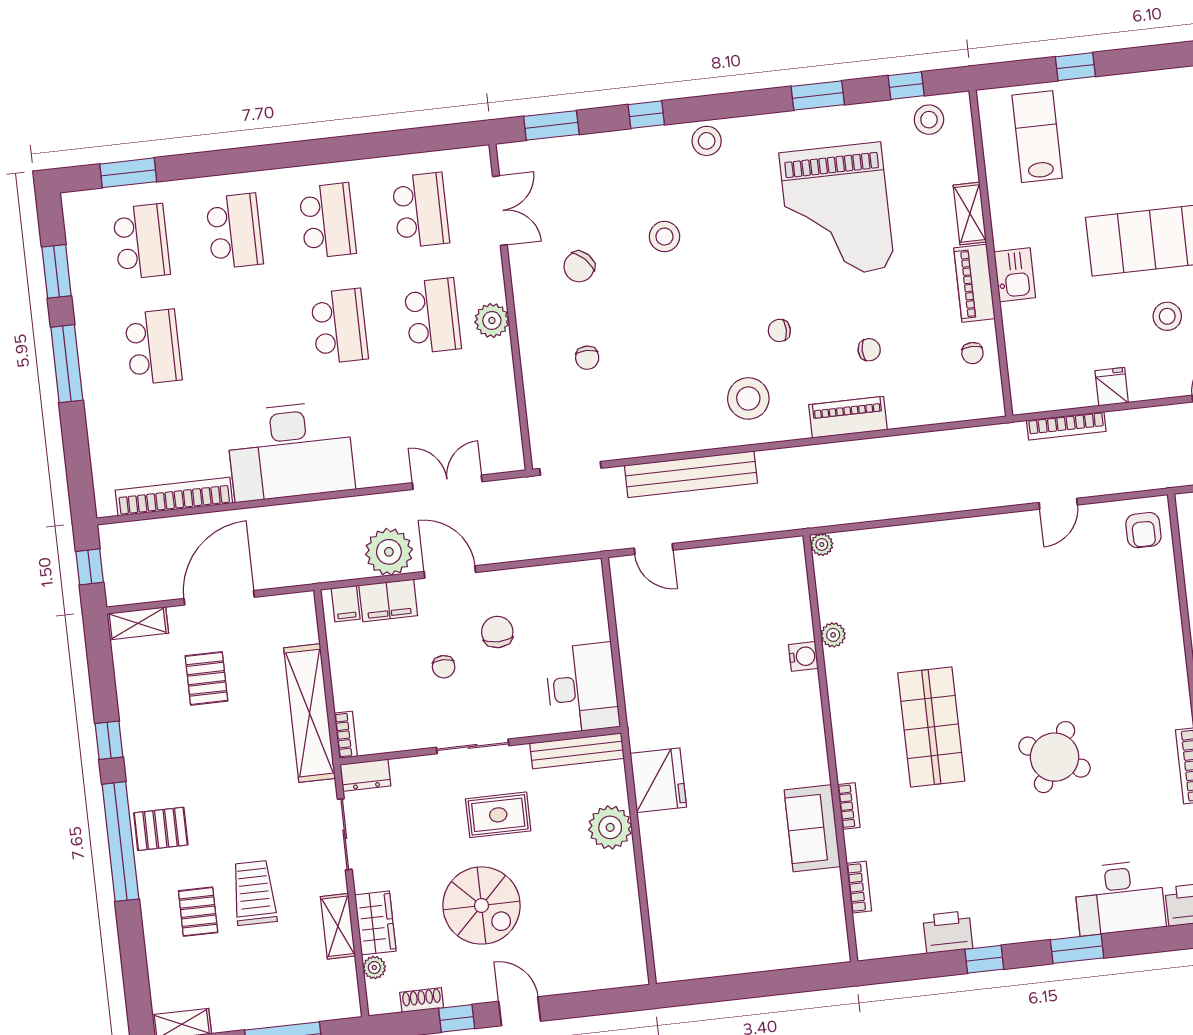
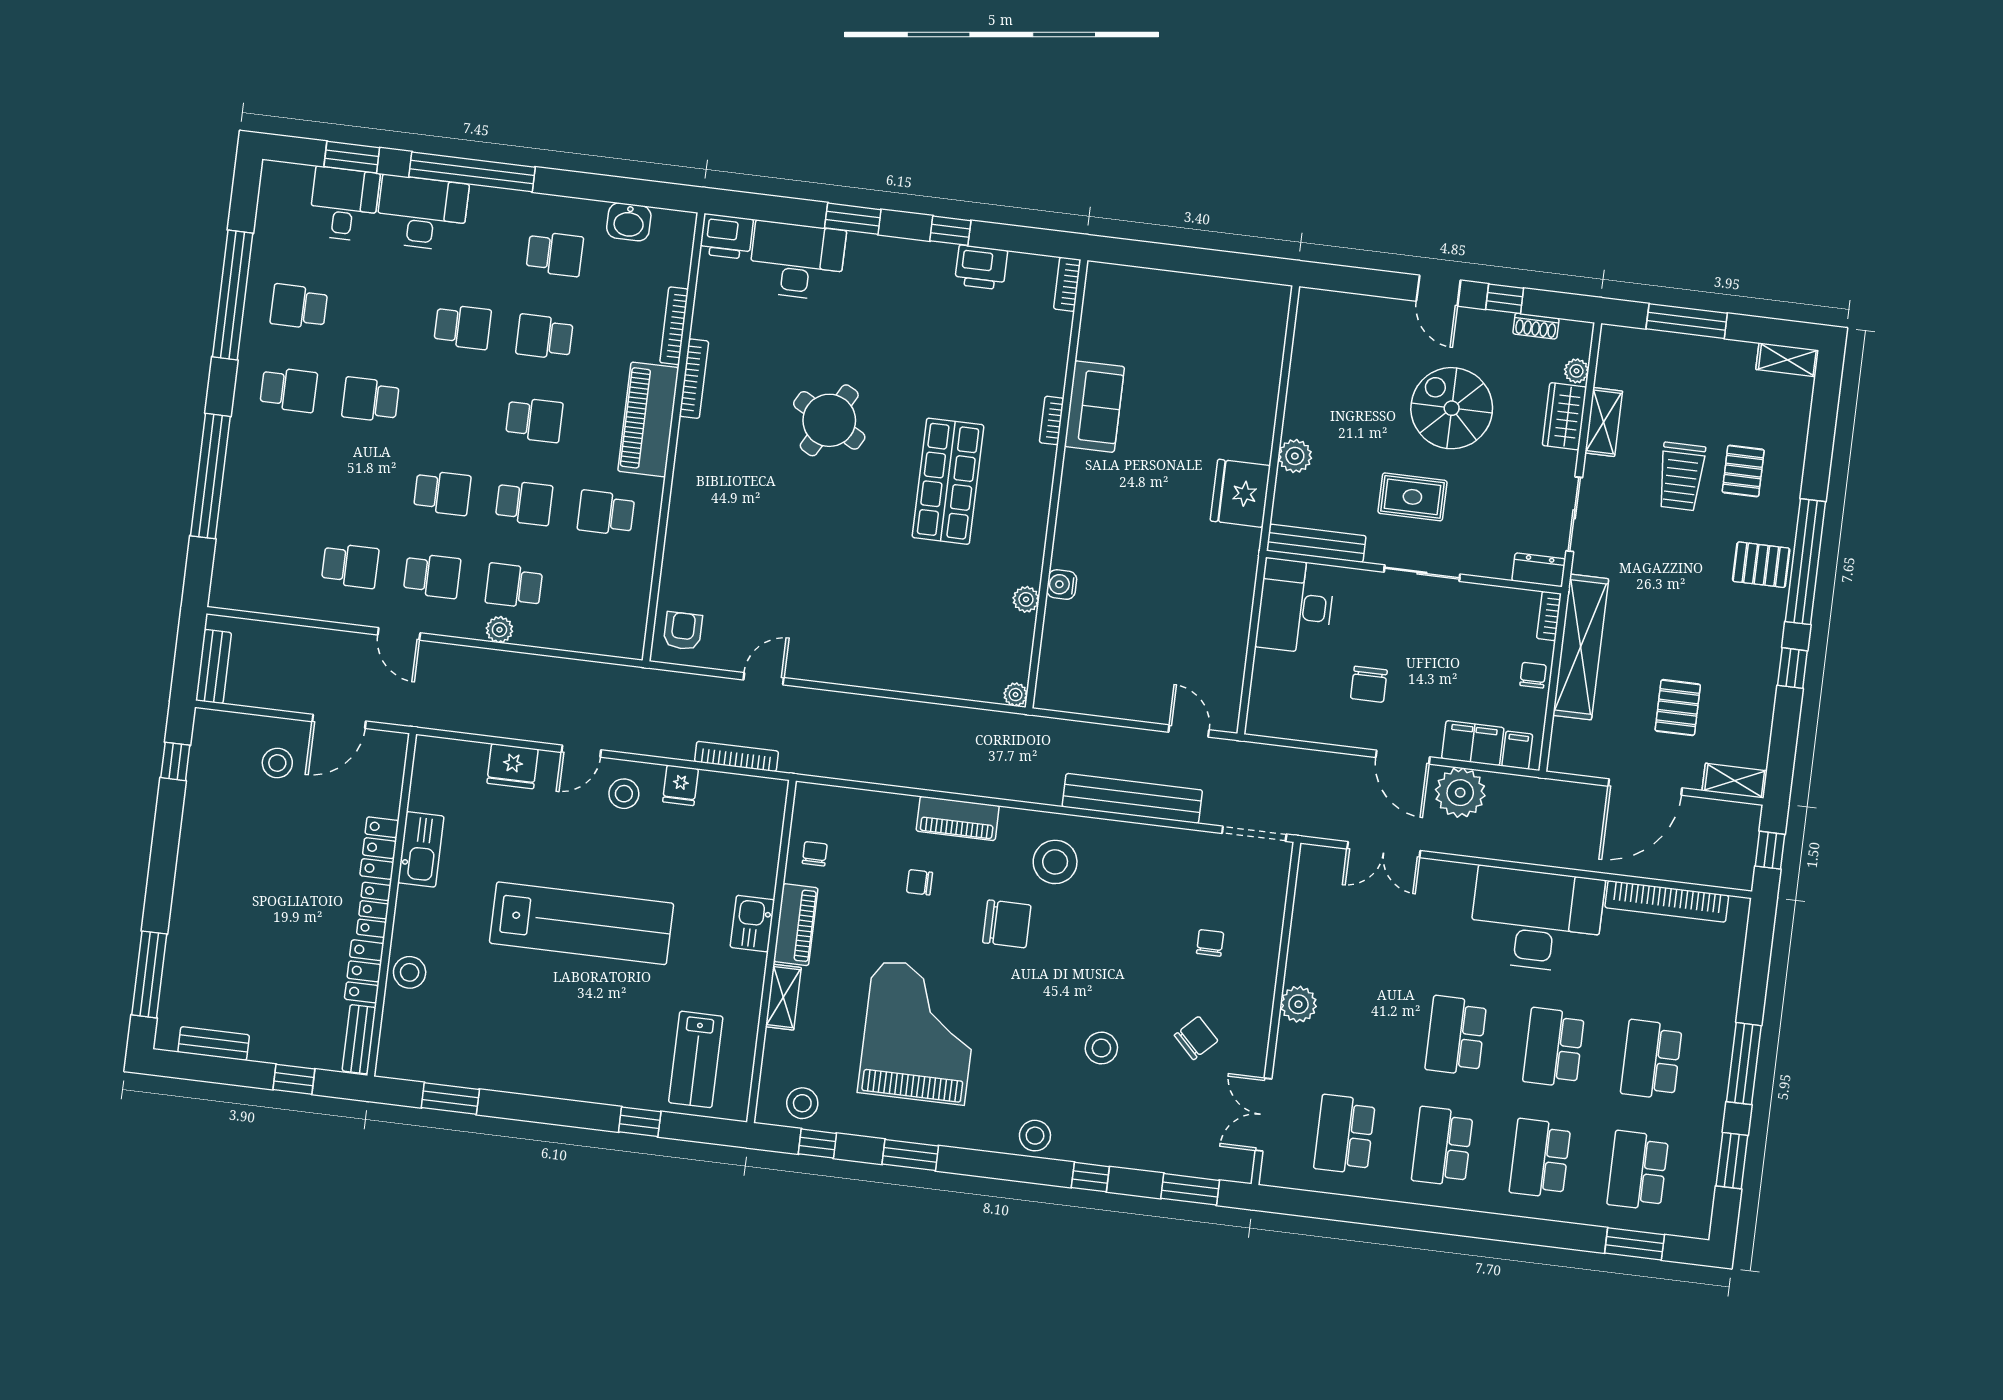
school desk: (432, 316) -> (1554, 1048), moved
stool: (1167, 316) -> (624, 794), moved
chair: (779, 330) -> (1007, 924), width x1.87, depth x1.87
chair: (444, 667) -> (1533, 675), moved
plant: (610, 827) -> (1295, 456), width x0.73, depth x0.73
bookcase: (859, 887) -> (1067, 284), moved

